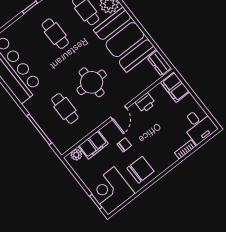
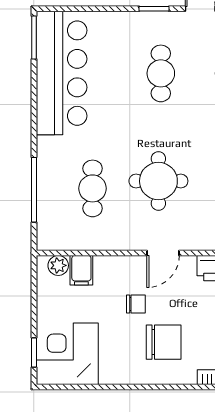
filing cabinet: (93, 145) -> (81, 270), width x0.50
chair: (140, 170) -> (164, 342), moved

